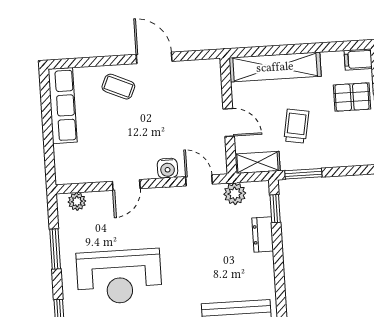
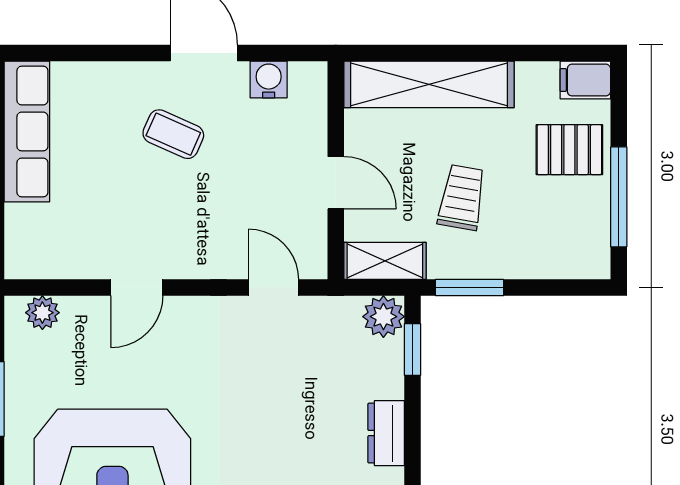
coffee table: (118, 87) -> (173, 134), moved
water cooler: (167, 168) -> (269, 80), moved, turned 180
plant: (235, 194) -> (383, 317), moved
dresser: (263, 234) -> (386, 433), moved

